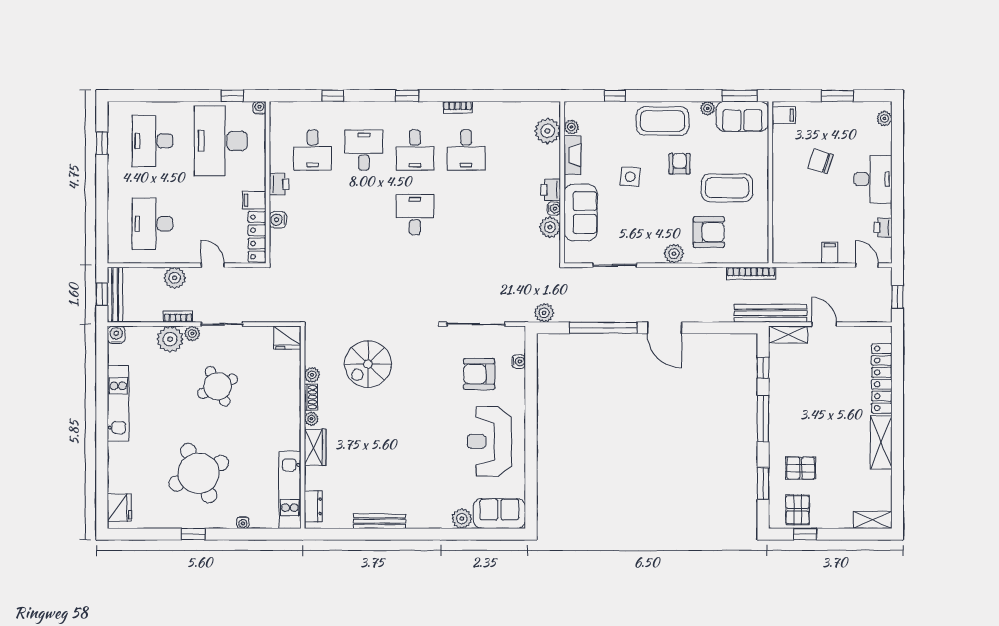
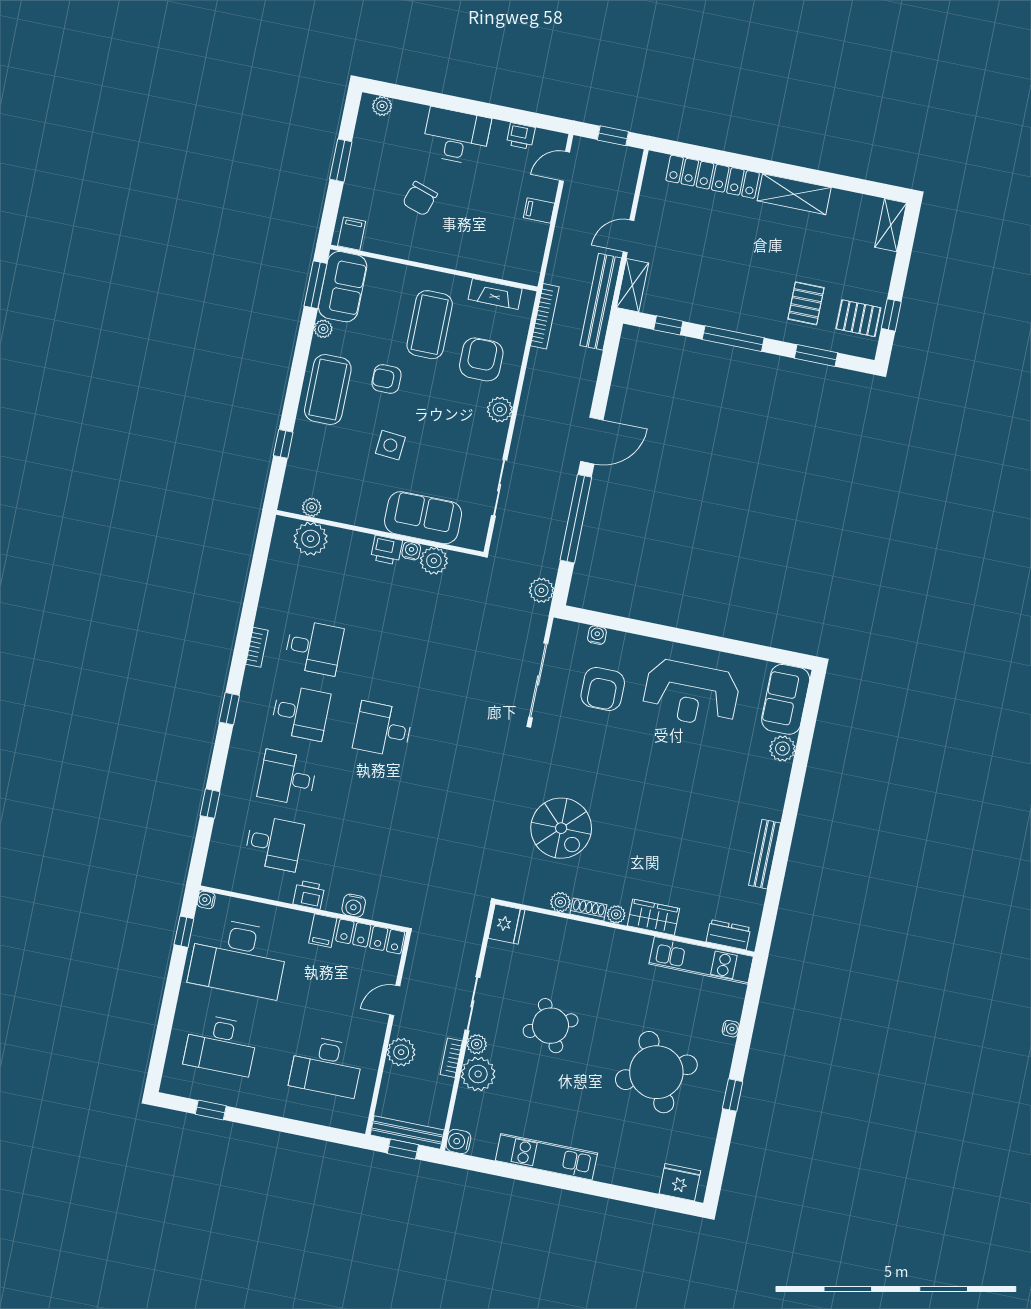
fireplace: (572, 155) -> (495, 294), moved, turned 180

